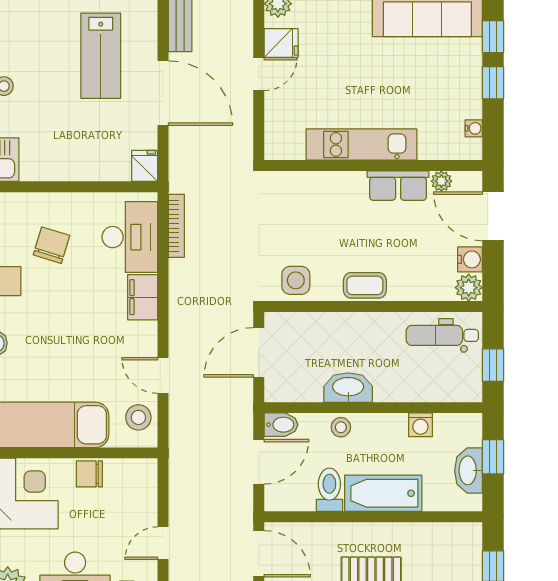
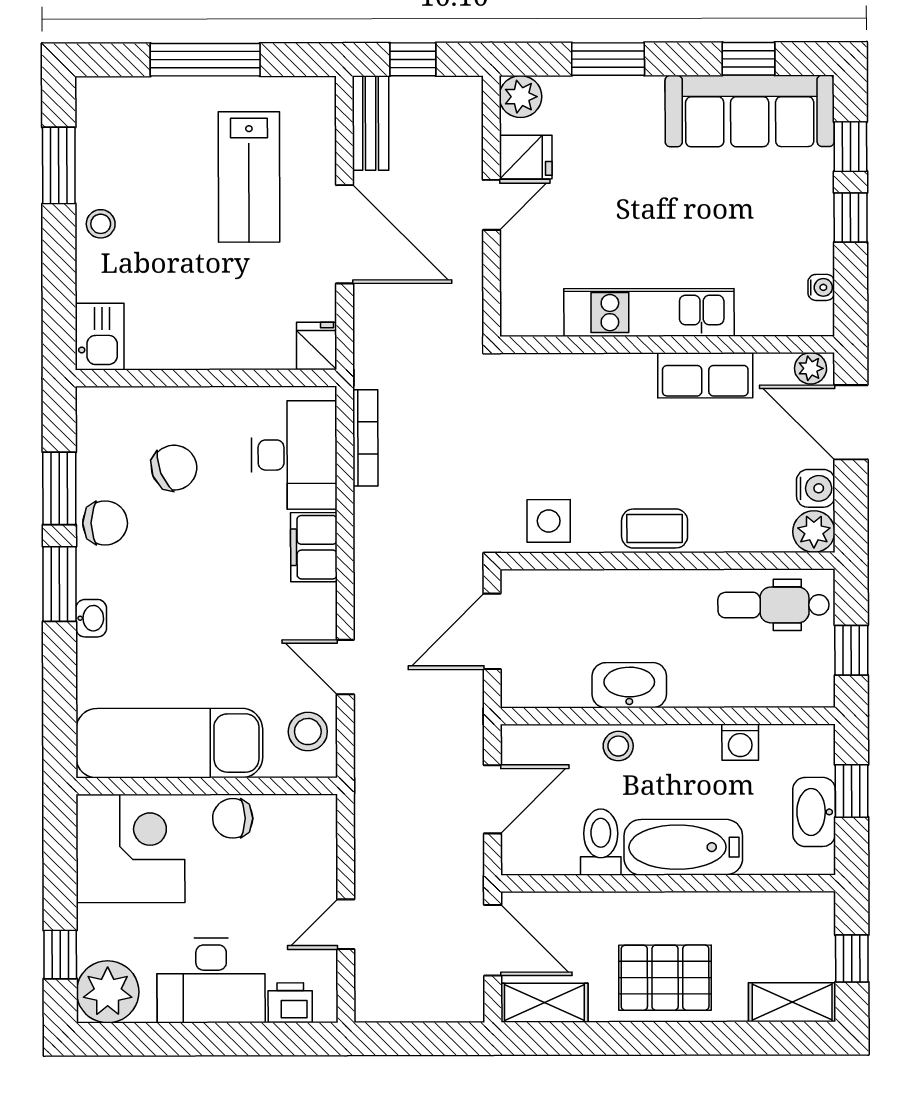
plant: (441, 181) -> (811, 368), moved
chair: (52, 245) -> (174, 468), turned 51
bidet: (281, 425) -> (526, 742), removed

